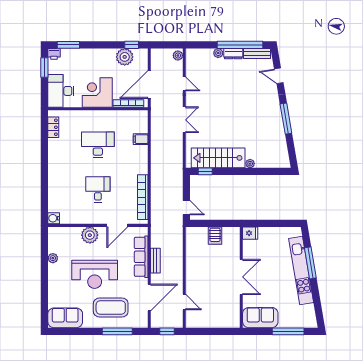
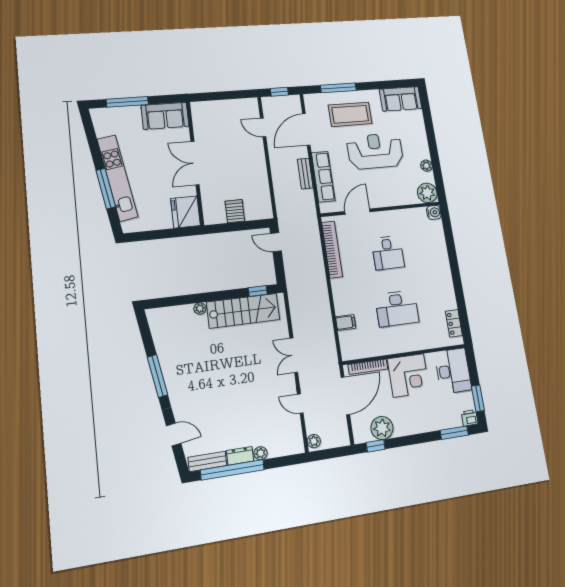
fridge: (250, 233) -> (186, 212), width x1.88, depth x1.34
plant: (90, 235) -> (427, 193), moved

